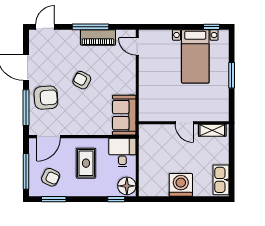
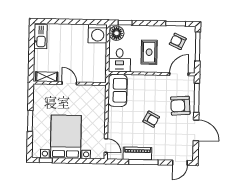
bed with nightstands: (195, 56) -> (66, 137), width x1.36
washing machine: (181, 185) -> (98, 34), moved

